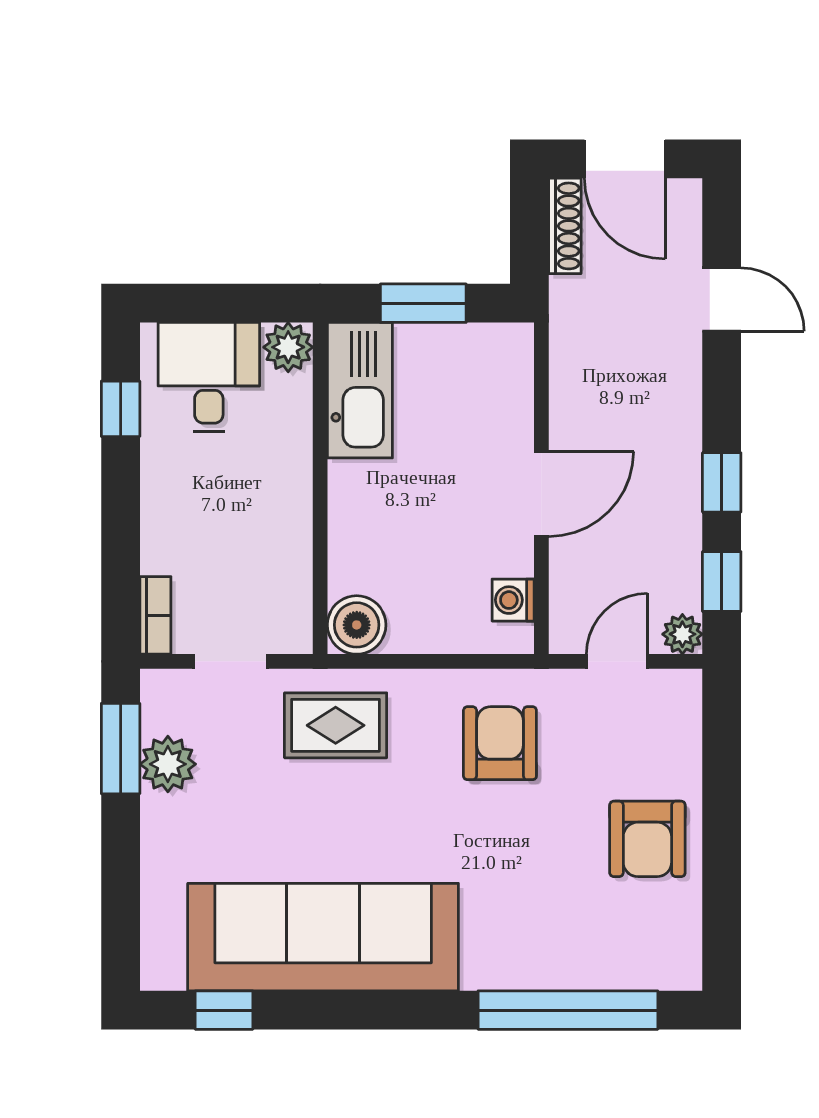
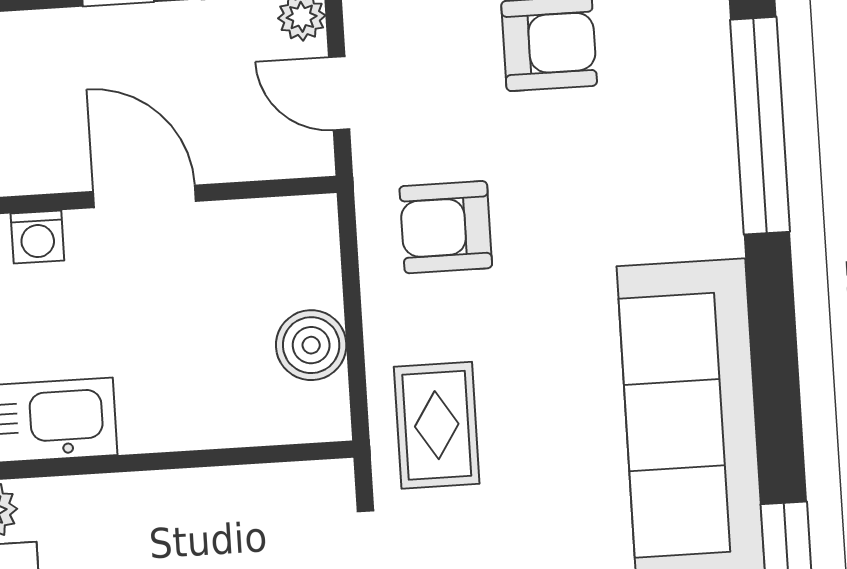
washing machine: (513, 600) -> (37, 237), moved
boiler: (357, 625) -> (311, 345), moved

